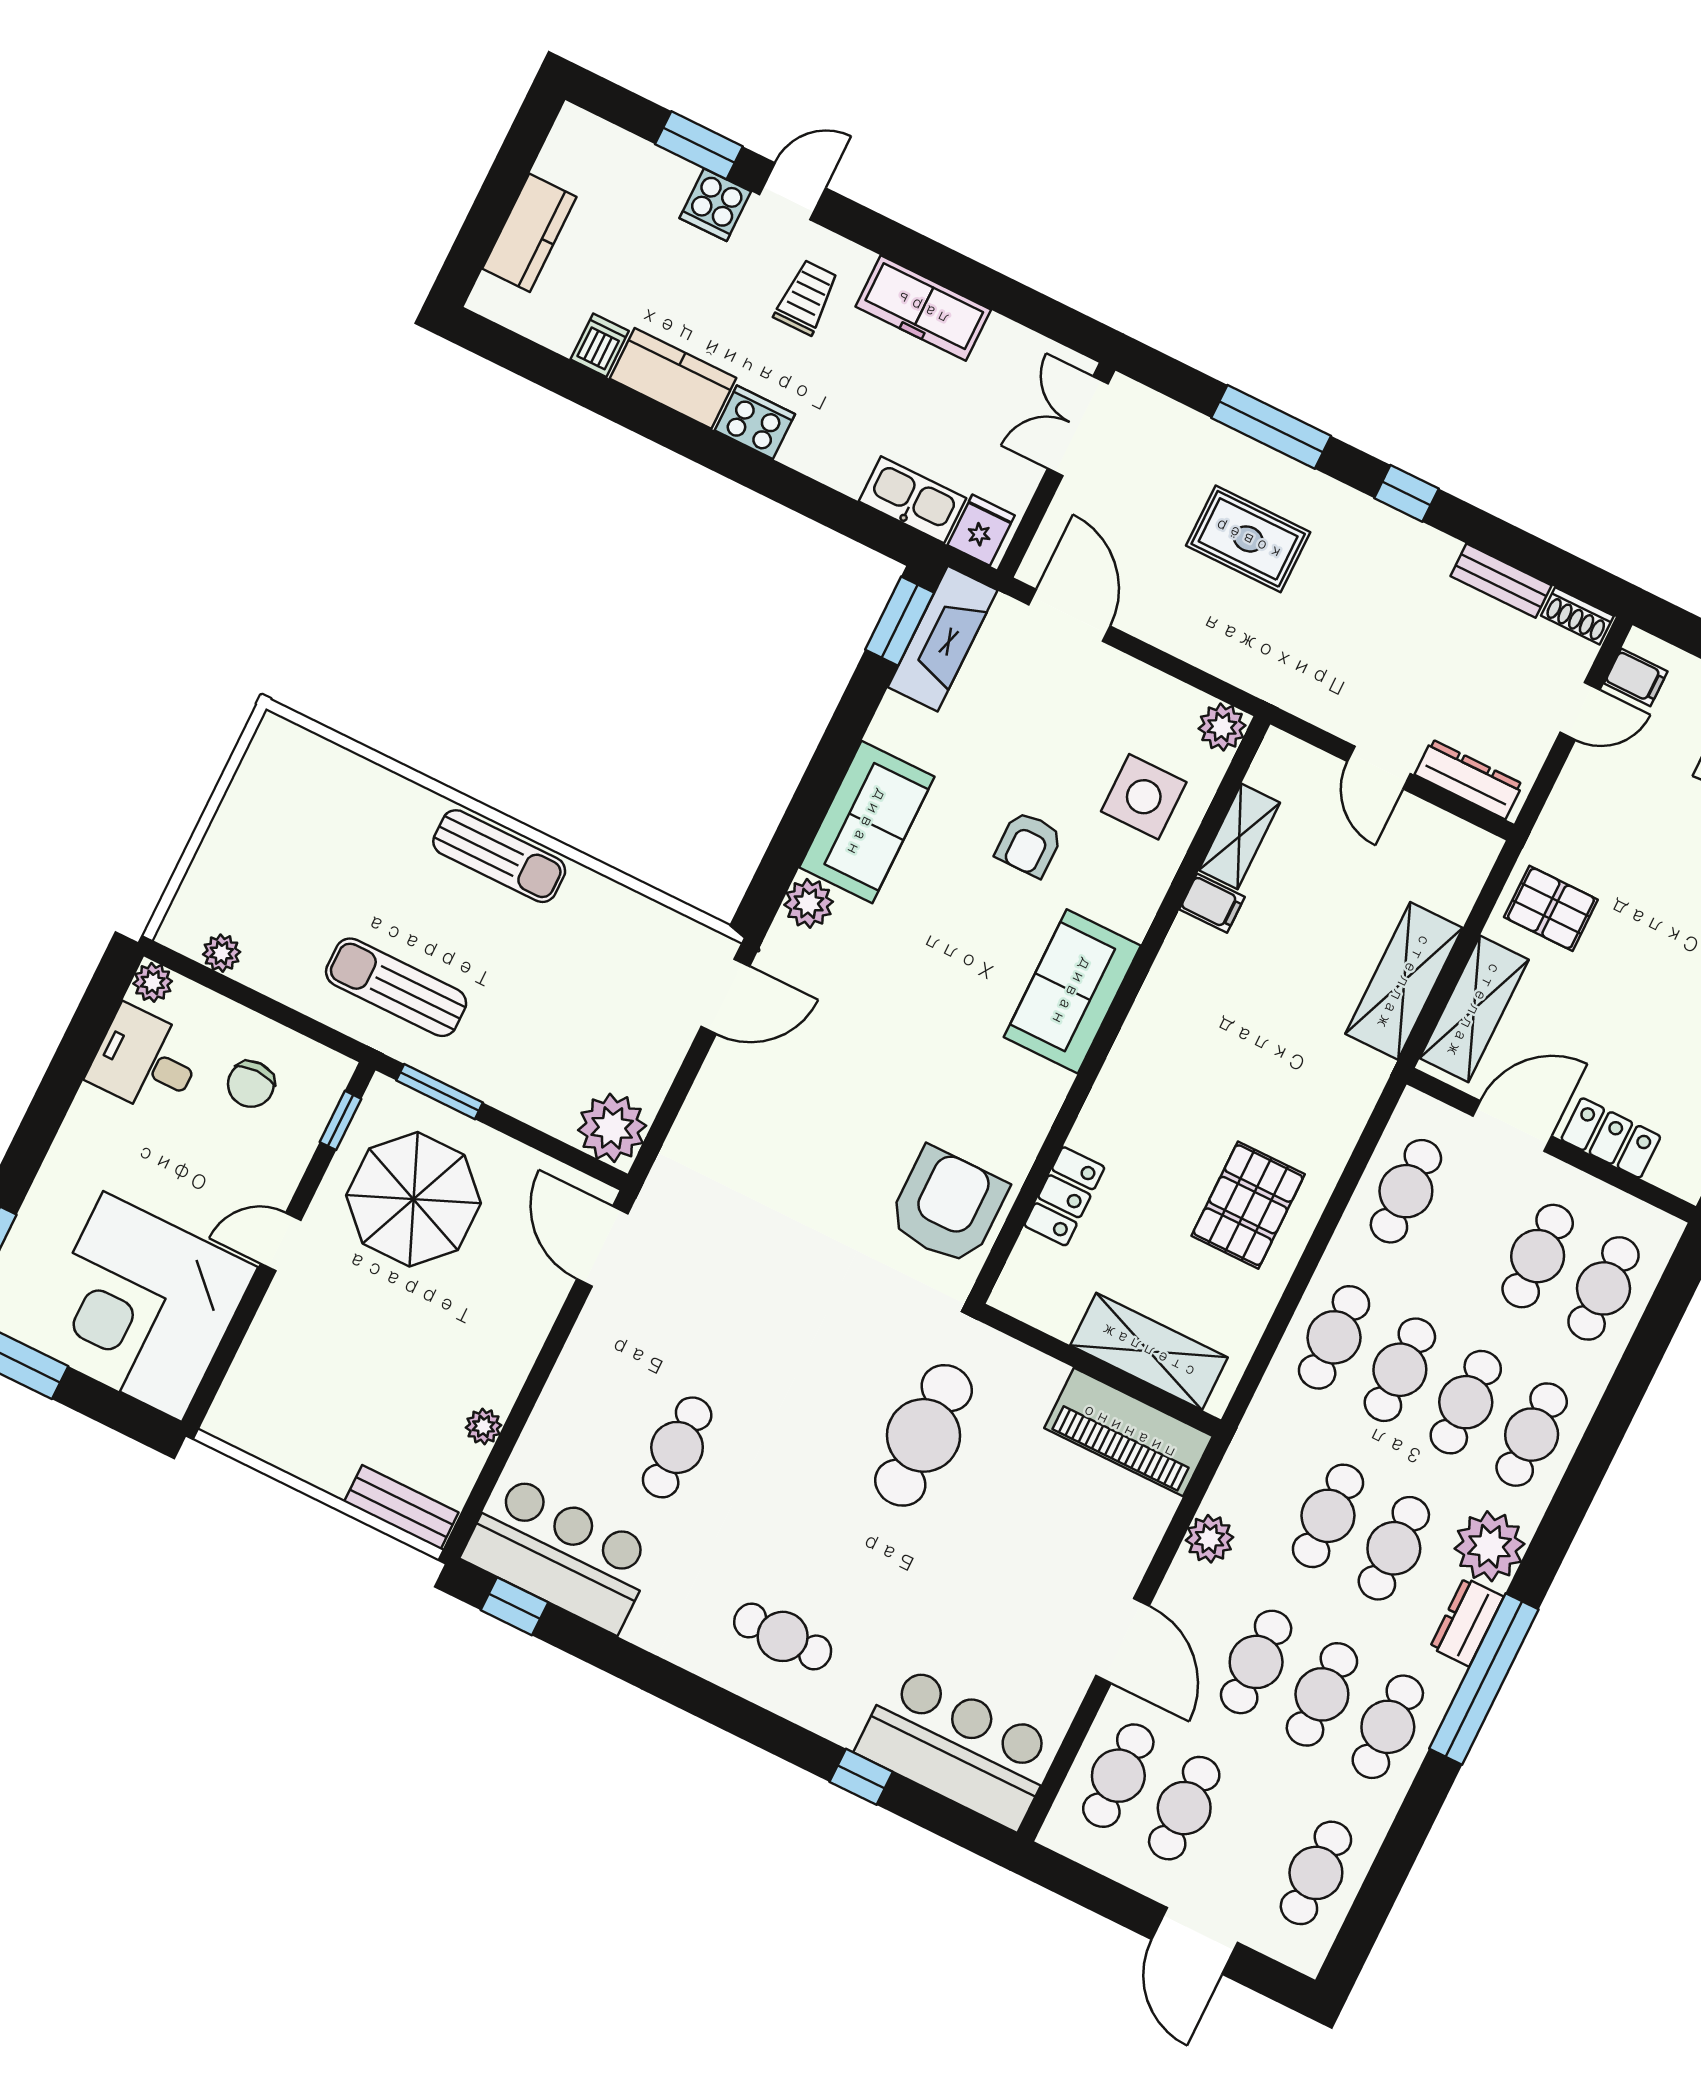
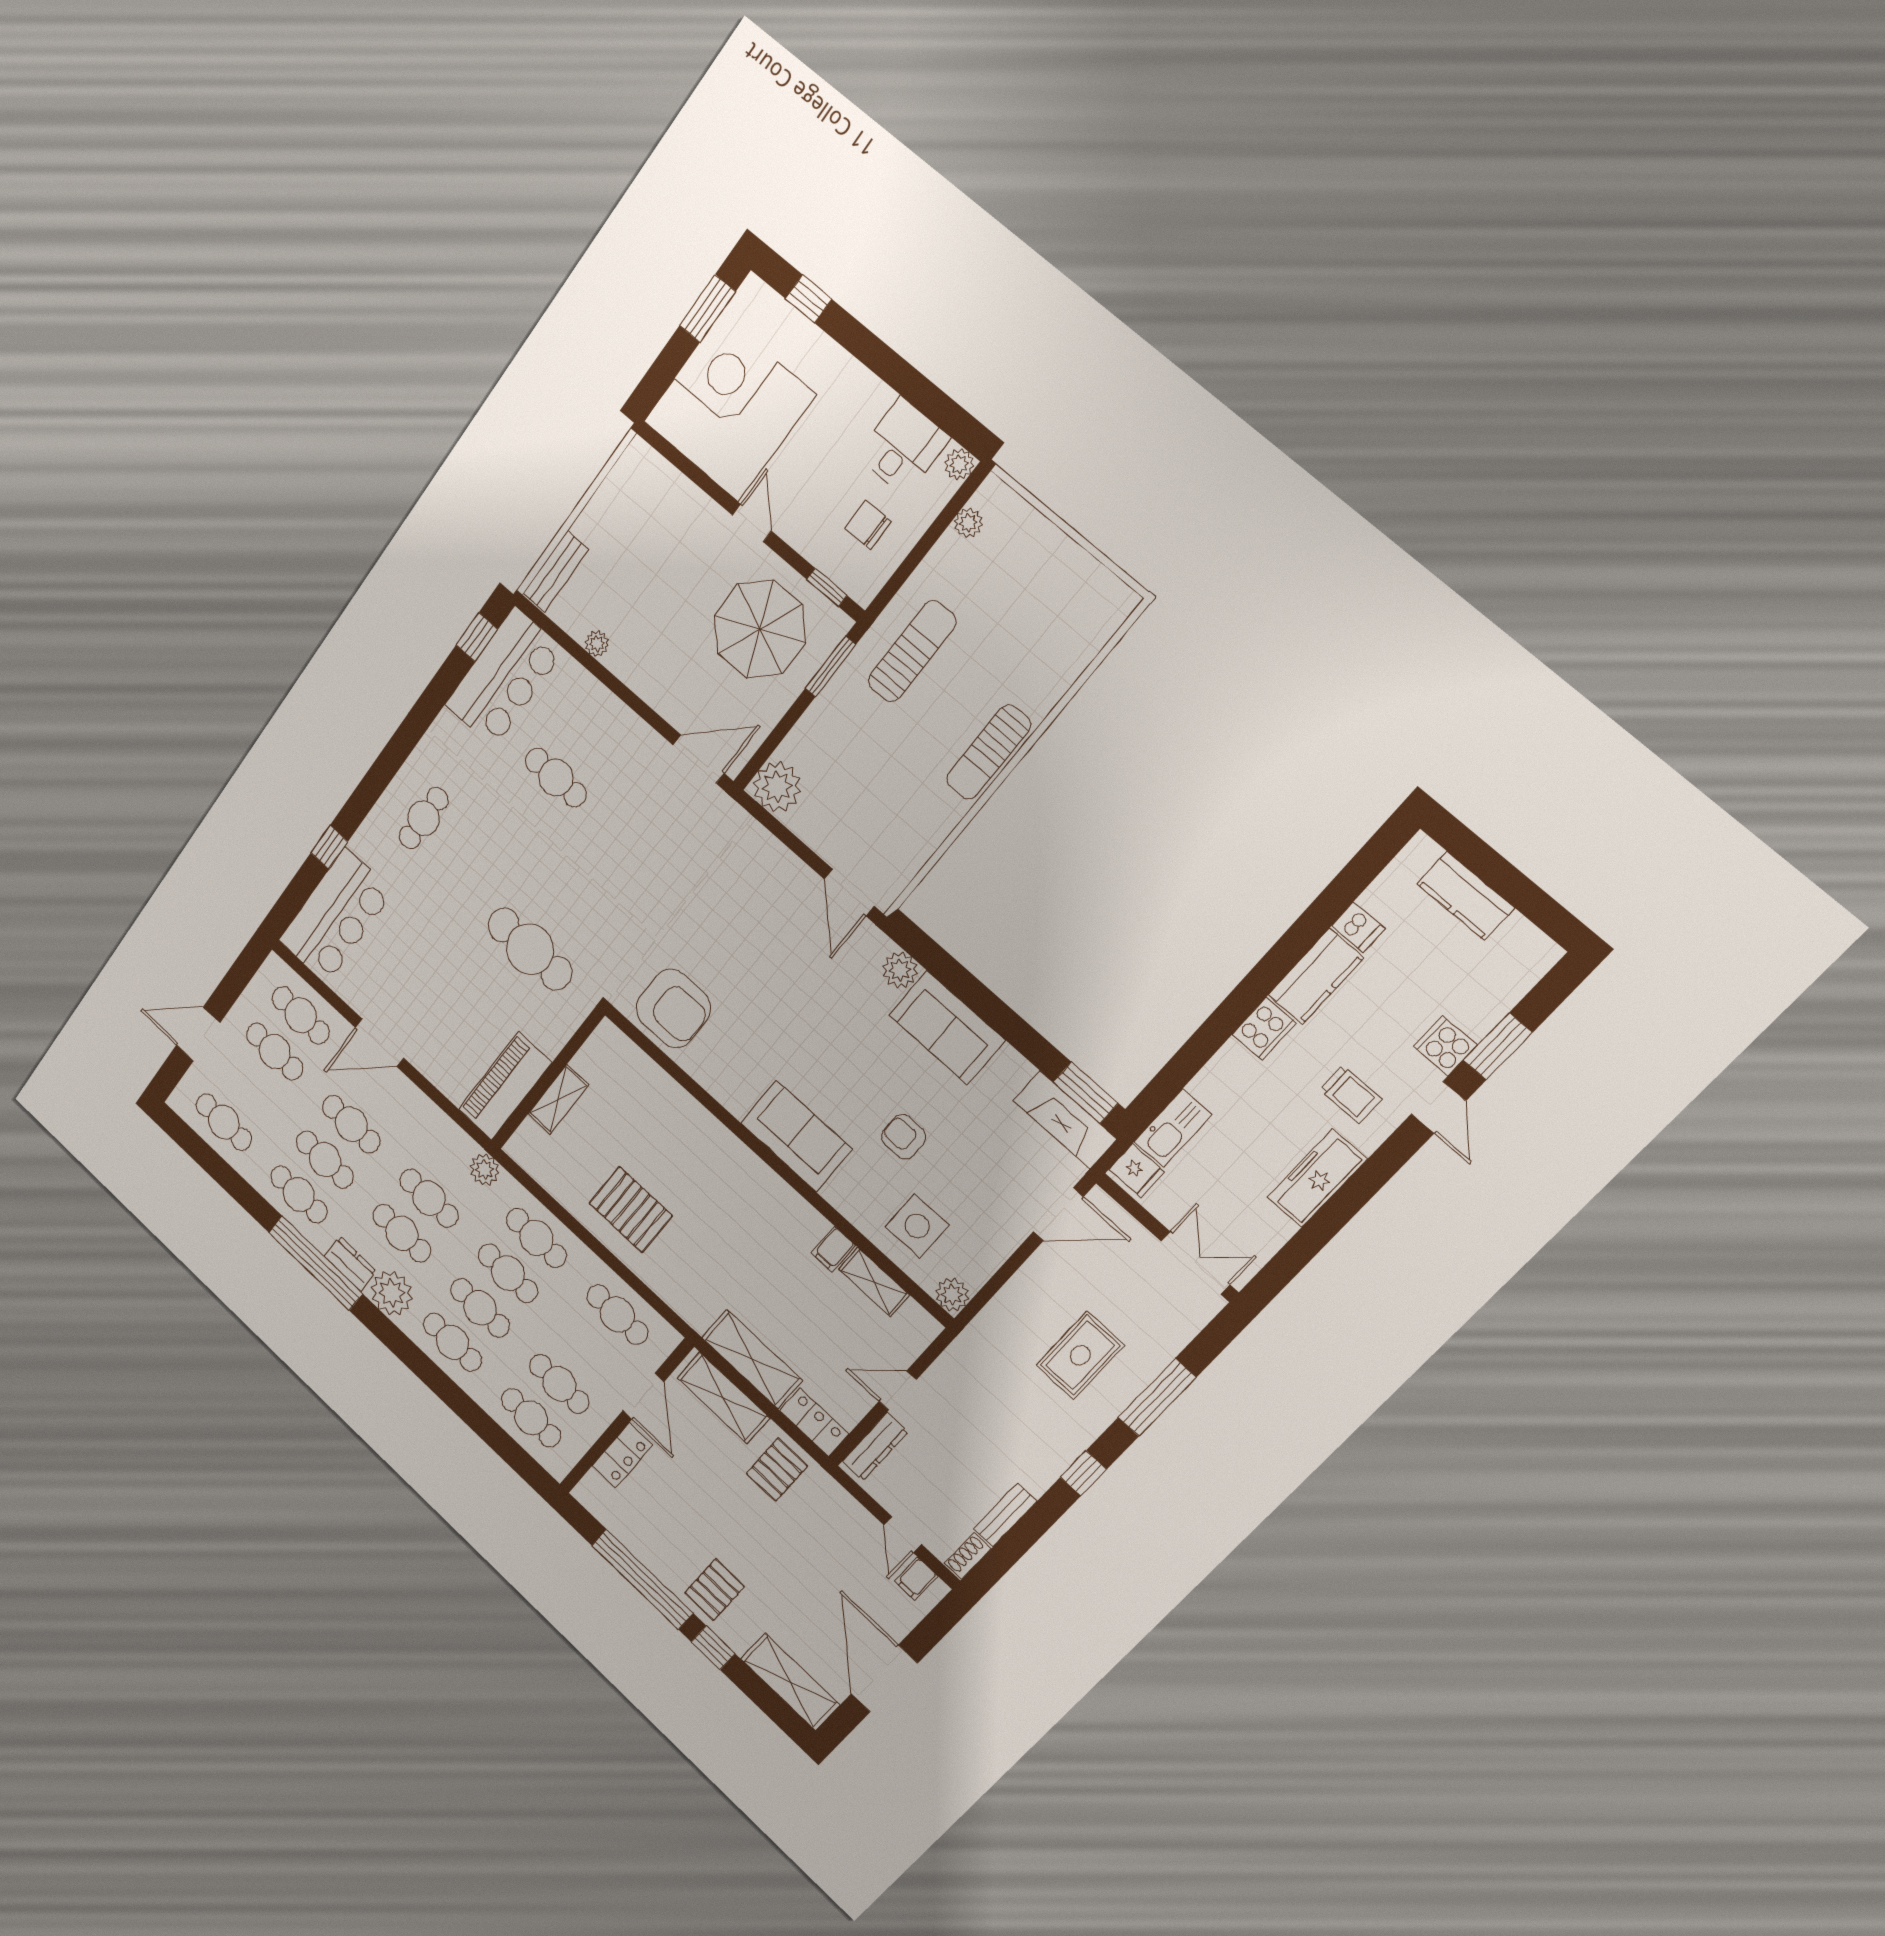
locker: (1064, 1196) -> (814, 1422), moved, turned 180
shelving: (1149, 1351) -> (558, 1099), width x0.67, depth x0.75
plant: (1210, 1539) -> (484, 1170), moved

